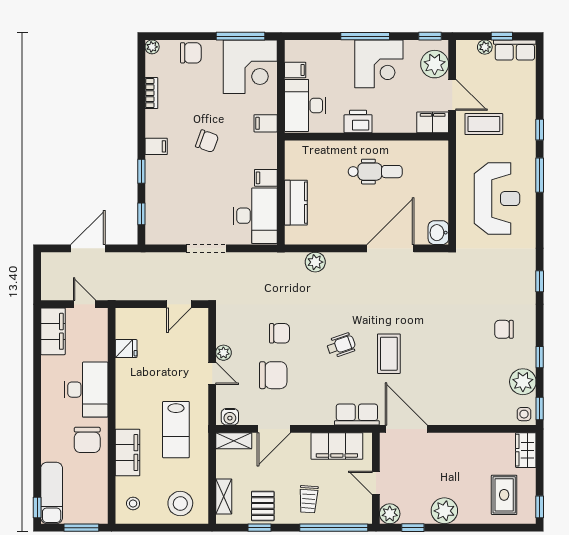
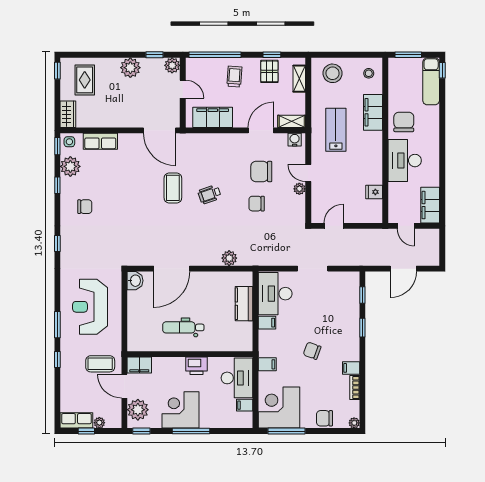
filing cabinet: (156, 146) -> (351, 368), moved
row of seats: (357, 415) -> (100, 141), moved

